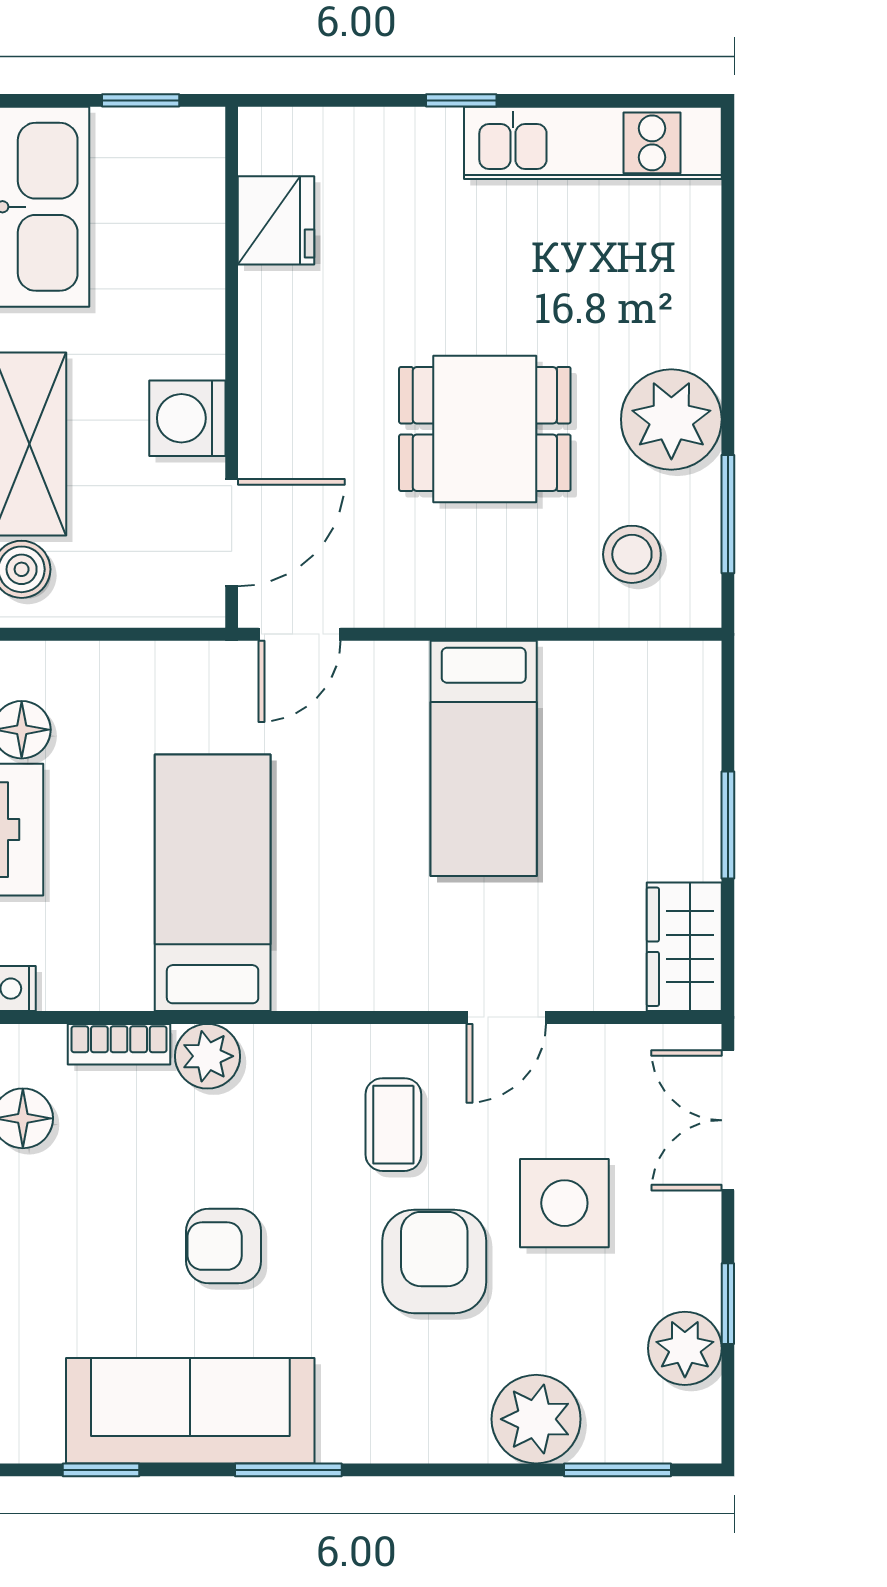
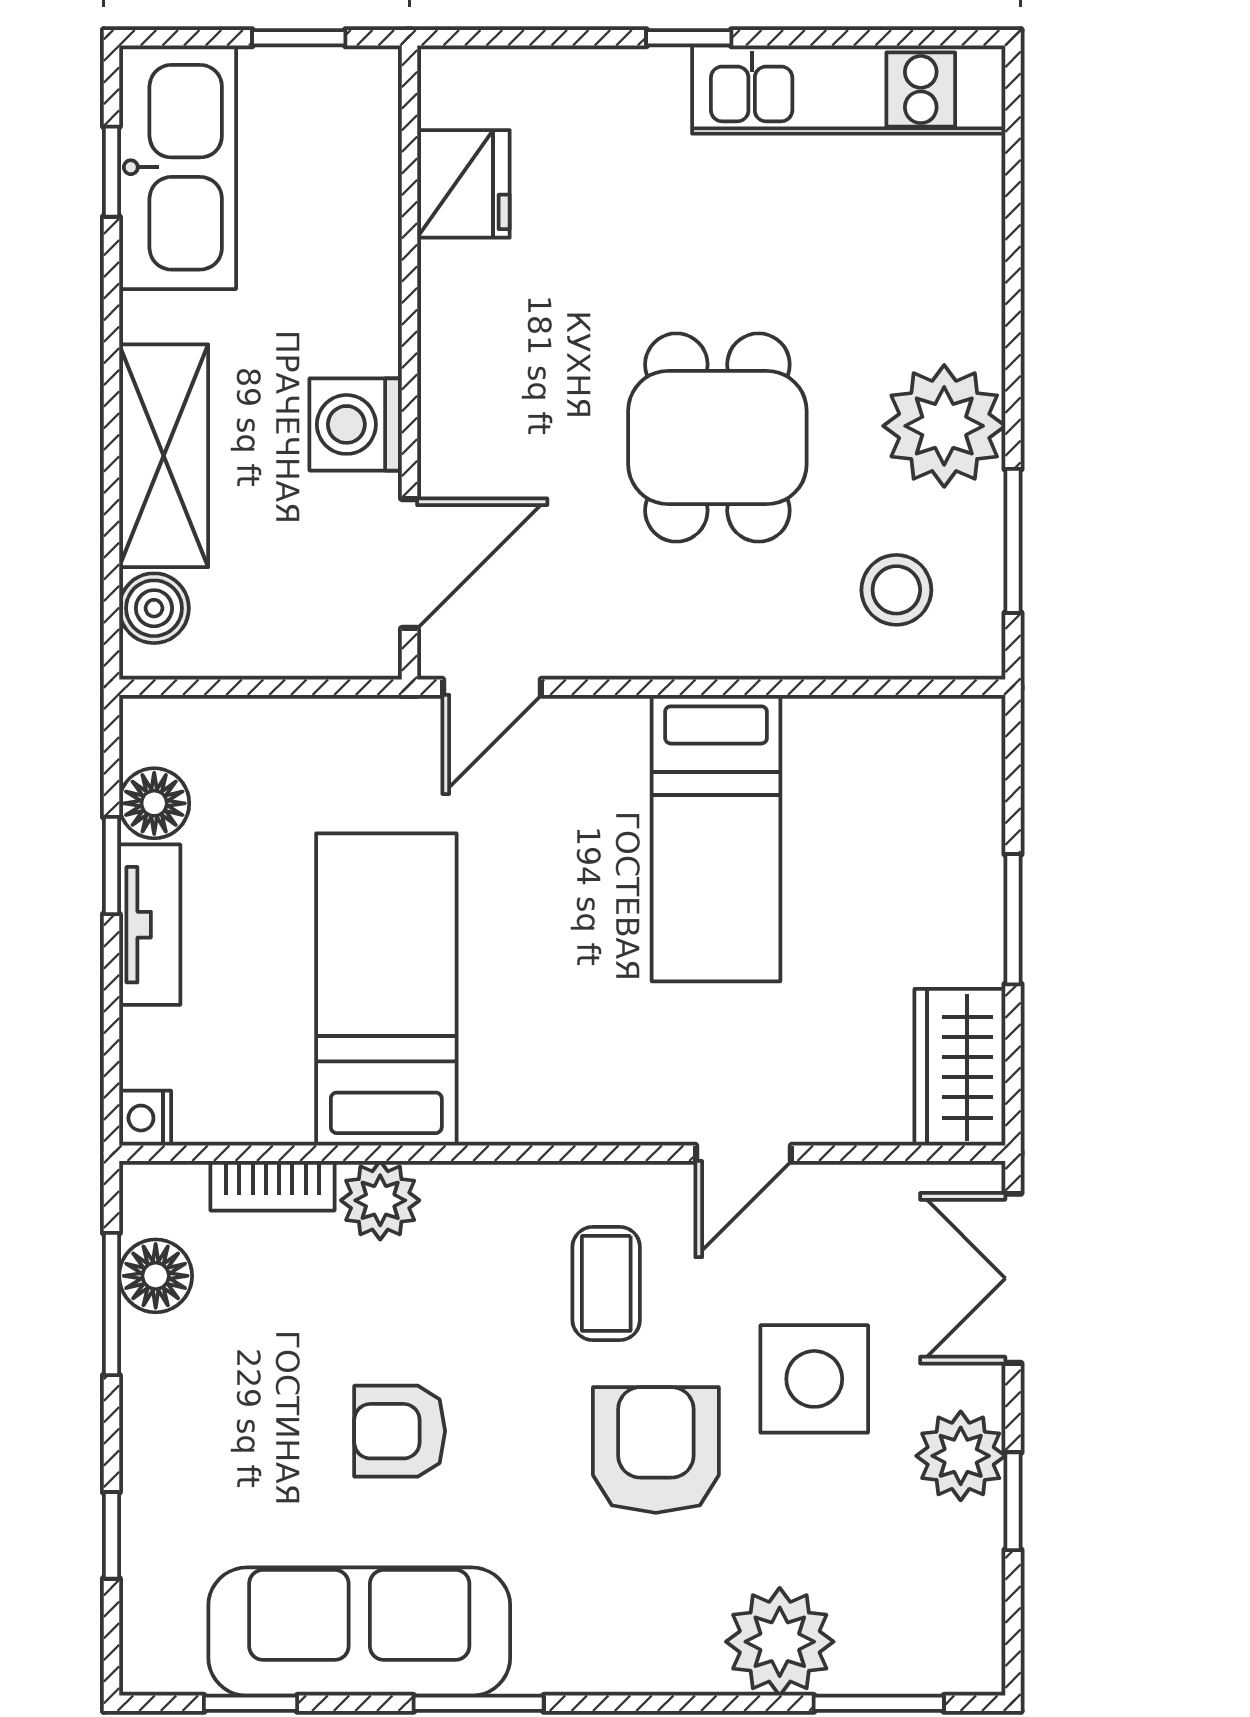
dining table: (485, 429) -> (717, 438), turned 90
plant: (685, 1348) -> (961, 1456), moved

